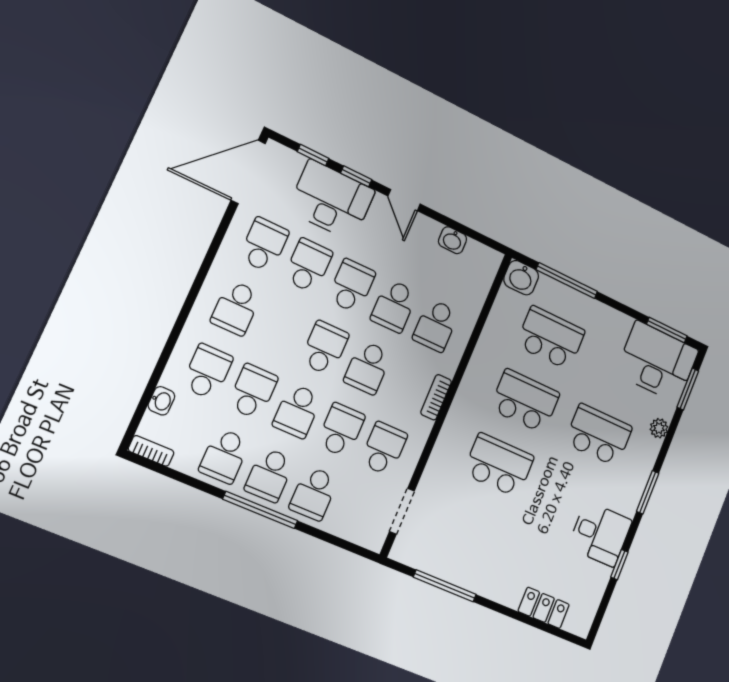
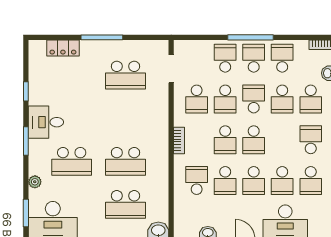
school desk: (394, 306) -> (225, 180), turned 180
school desk: (368, 367) -> (225, 140), turned 180
school desk: (499, 465) -> (125, 75), moved
desk: (600, 534) -> (46, 122), moved
window: (445, 586) -> (102, 37), moved

